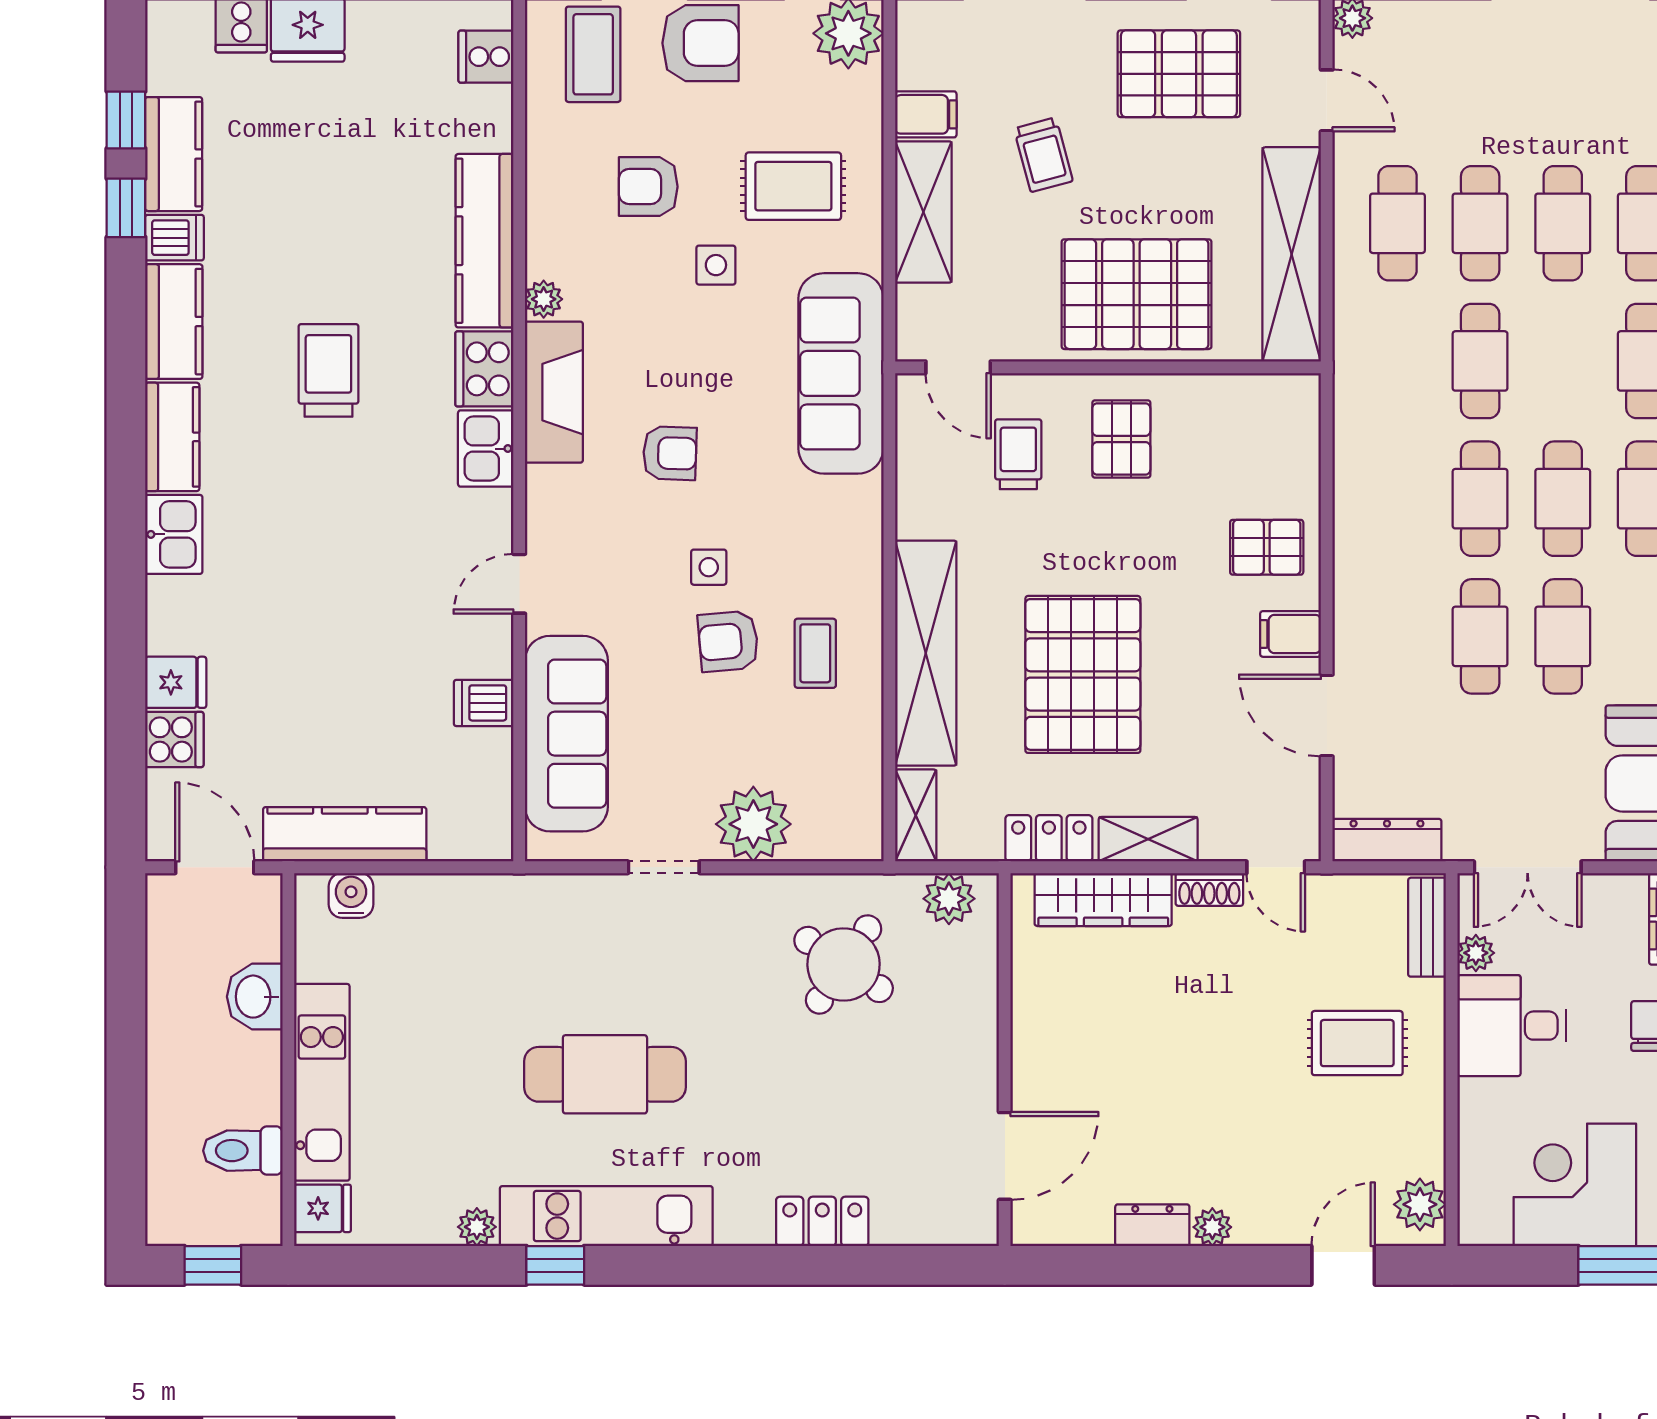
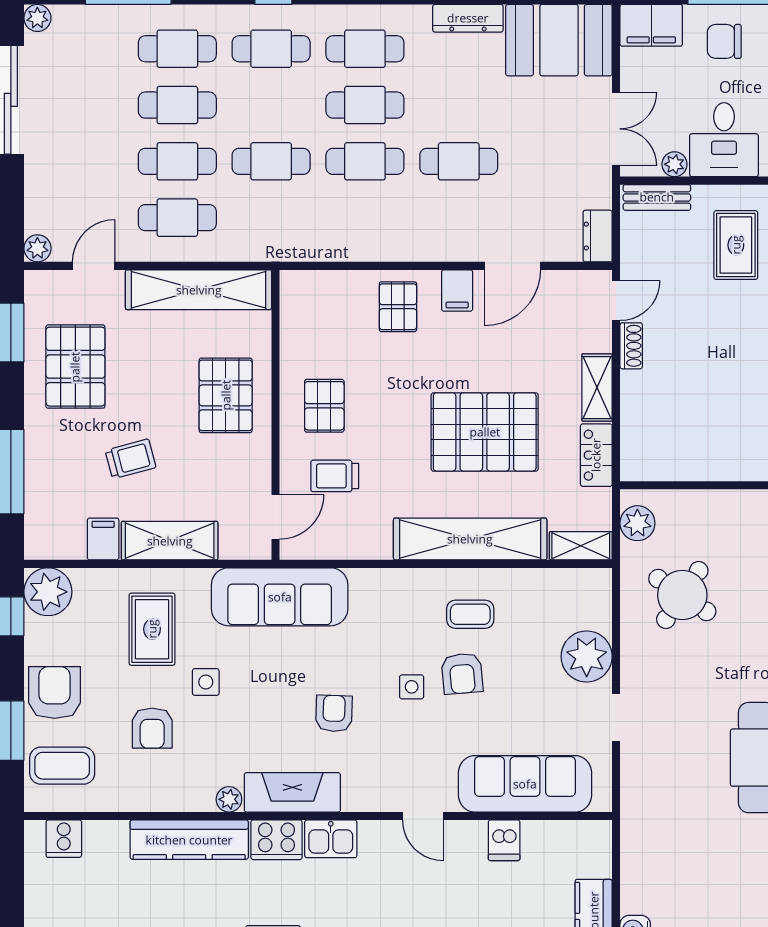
pallet: (1137, 294) -> (226, 395), width x0.73, depth x0.71
pallet: (1121, 439) -> (324, 406), turned 90
cafe table: (1563, 636) -> (459, 105), removed
dresser: (1387, 840) -> (598, 236), width x0.70
wardrobe: (1103, 900) -> (638, 418), removed

